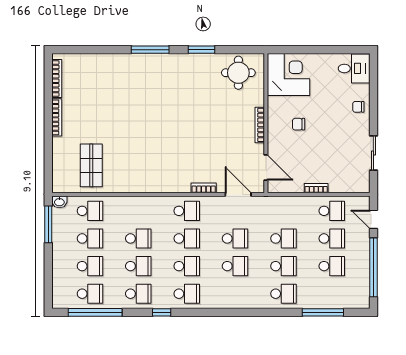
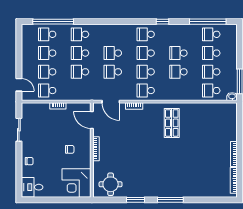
shop shelf: (91, 165) -> (172, 123), moved
window: (373, 267) -> (19, 52), removed
school desk: (138, 294) -> (47, 34), moved
window: (323, 312) -> (53, 22), width x1.46

